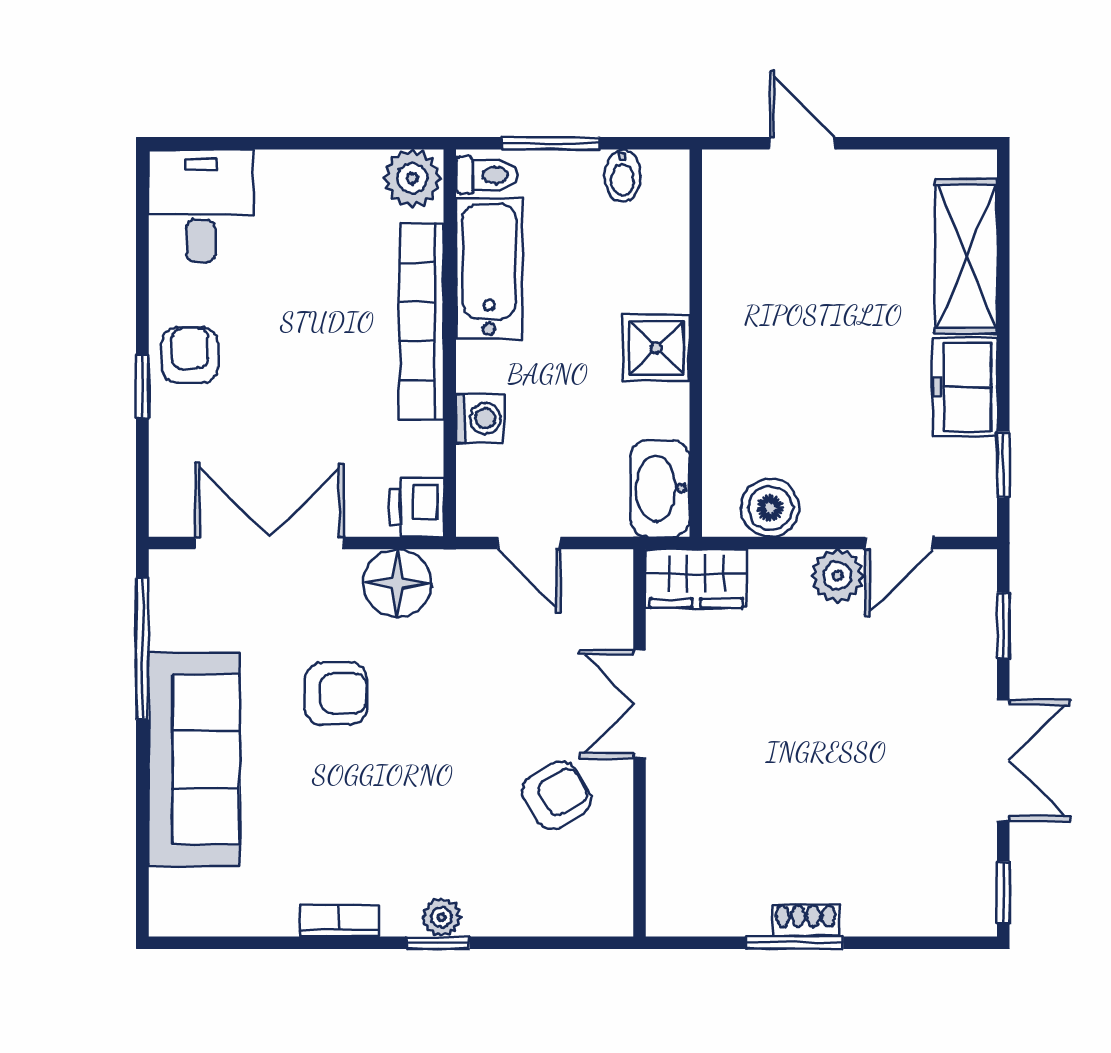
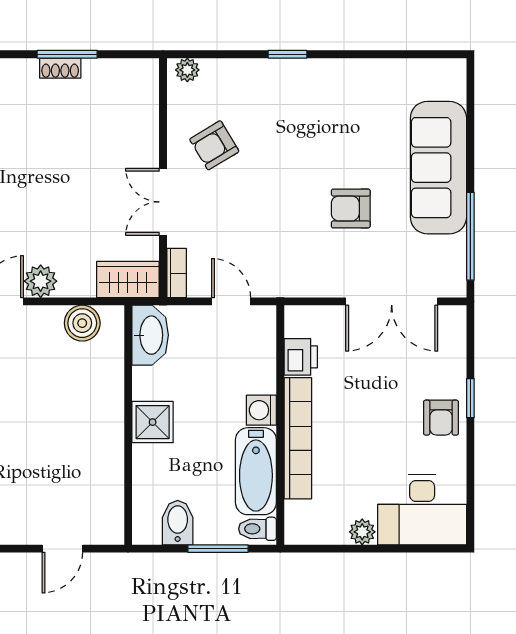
door: (802, 143) -> (62, 549), hinge flipped
bidet: (623, 176) -> (178, 523), width x1.38, depth x1.36
plant: (412, 178) -> (362, 532), moved, width x0.73, depth x0.73
desk: (201, 206) -> (422, 510), width x1.37
washing machine: (480, 418) -> (261, 410), moved
printer: (417, 507) -> (301, 357), moved
floor lamp: (397, 583) -> (313, 276), removed
double door: (639, 704) -> (163, 202), swing flipped
plant: (441, 917) -> (187, 70), moved
bookcase: (339, 921) -> (177, 273), moved, turned -90

